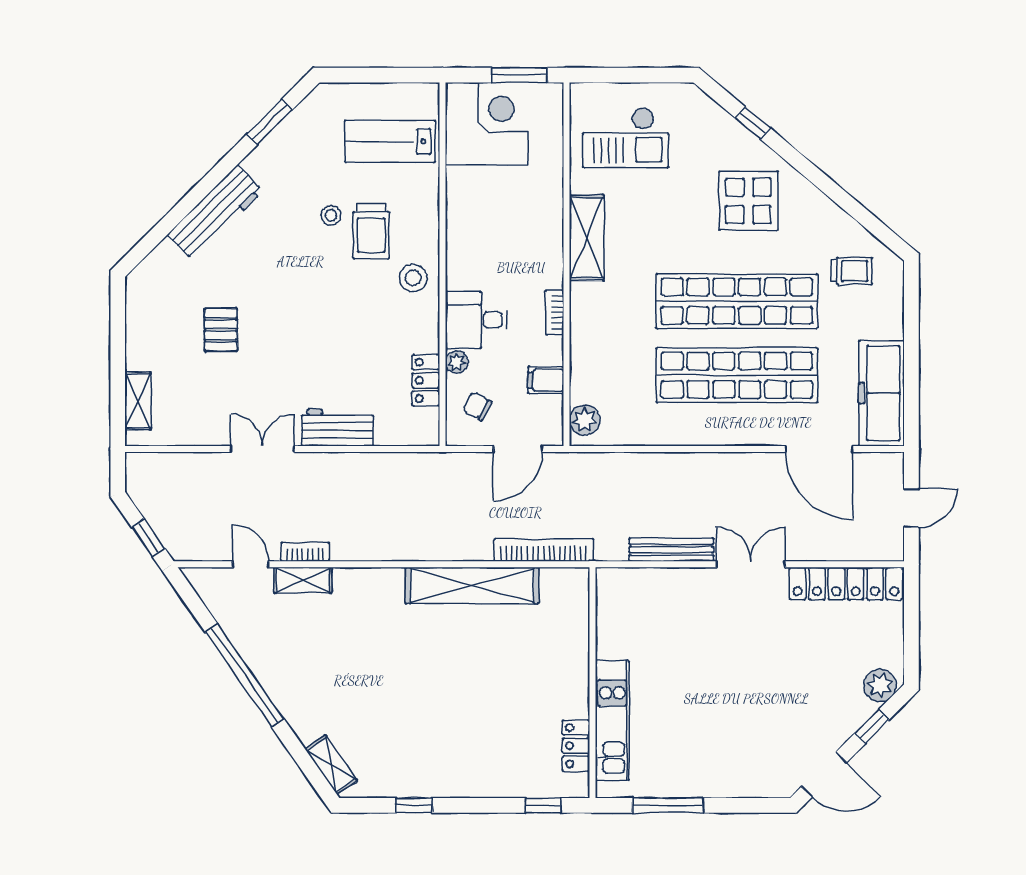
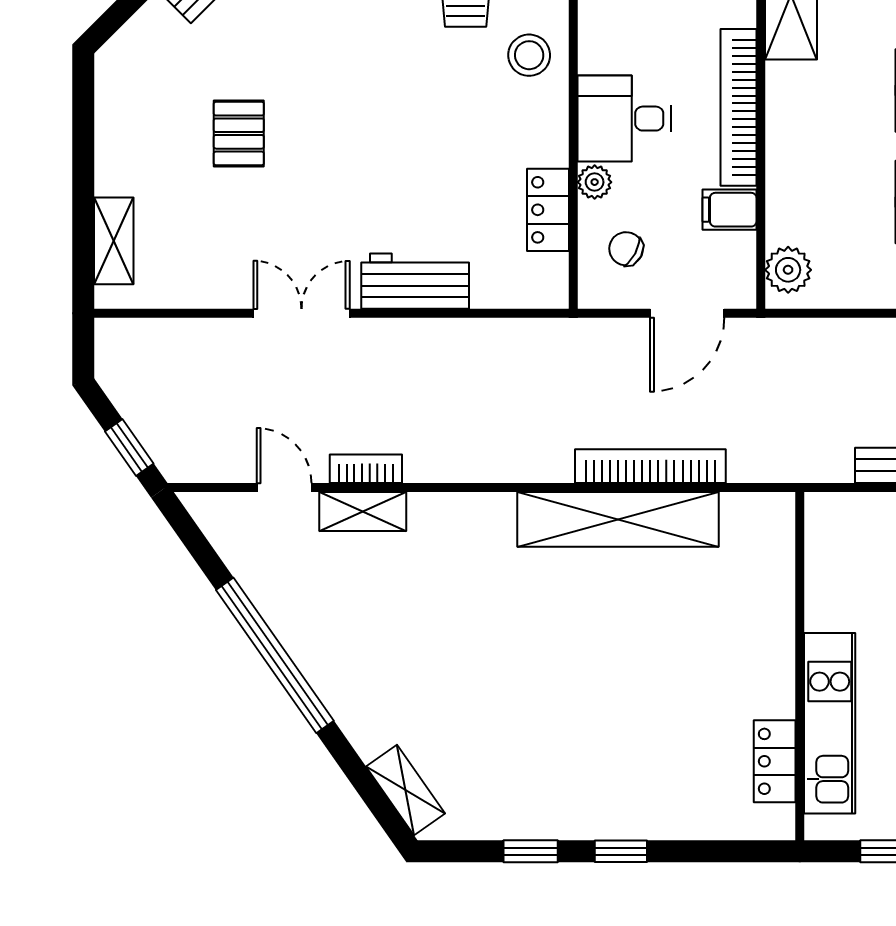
bookcase: (555, 312) -> (738, 107), width x2.31, depth x1.31
bookcase: (544, 550) -> (650, 466), moved
window: (543, 805) -> (621, 851), moved

